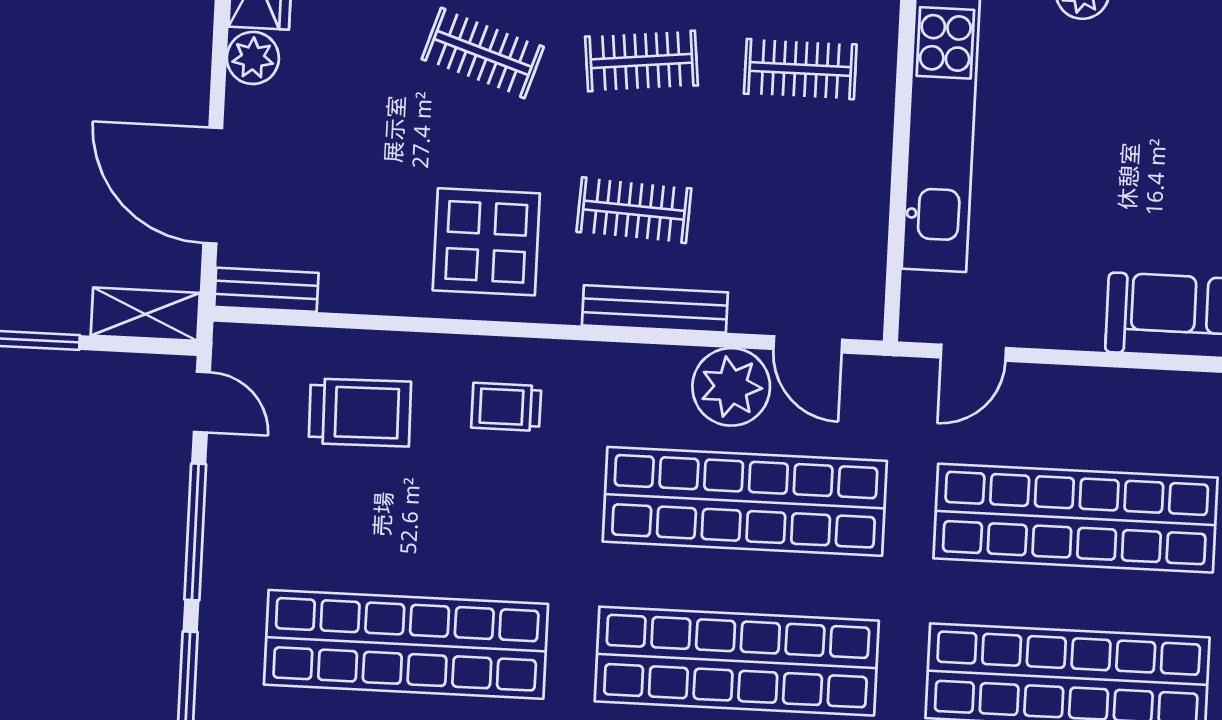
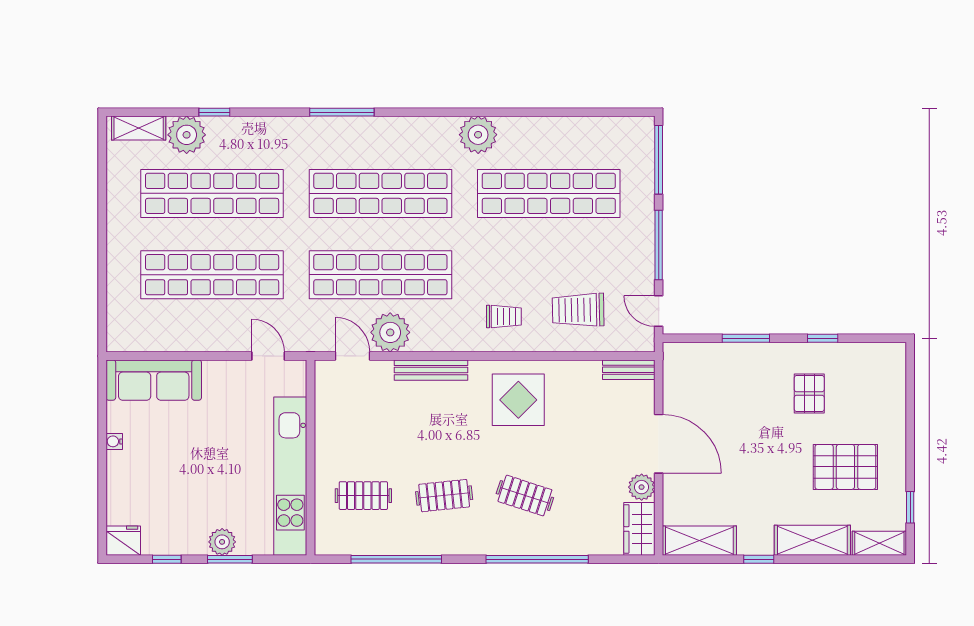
door: (213, 185) -> (659, 444), moved
clothes rail: (634, 210) -> (444, 420), removed
shelving: (145, 314) -> (690, 354), removed
door: (973, 353) -> (268, 356), hinge flipped

